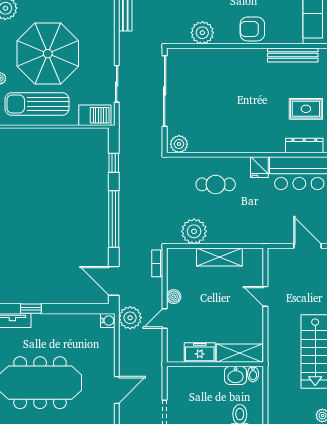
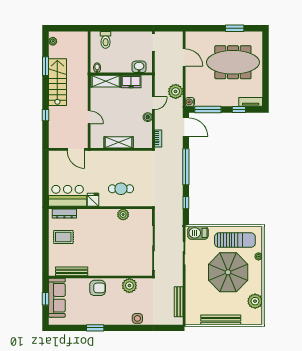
plant: (179, 144) -> (123, 215), moved
plant: (194, 231) -> (135, 159), removed
door: (308, 246) -> (76, 149), moved
window: (79, 309) -> (208, 109), added
plant: (130, 318) -> (176, 91), moved
washbasin: (236, 375) -> (139, 67), moved
door: (117, 390) -> (184, 58), swing flipped

